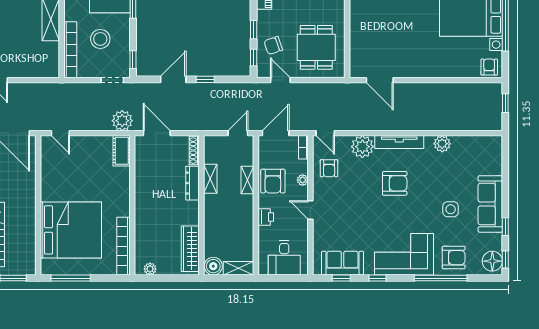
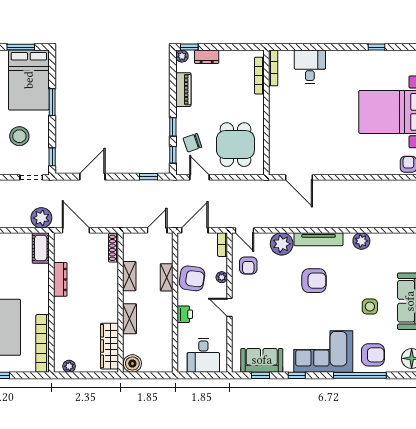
window: (205, 79) -> (148, 177), moved
armchair: (273, 181) -> (192, 278), turned -82
dresser: (193, 183) -> (60, 279), moved, turned 180
shelving: (239, 268) -> (130, 319), moved, turned 90

